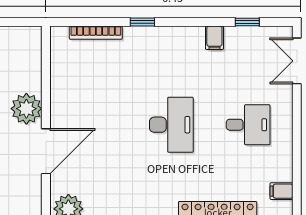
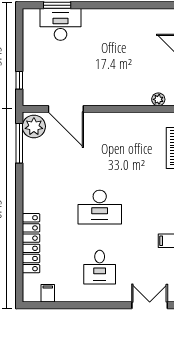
plant: (26, 109) -> (158, 99), moved, width x0.53, depth x0.53
door: (46, 151) -> (66, 109), moved

